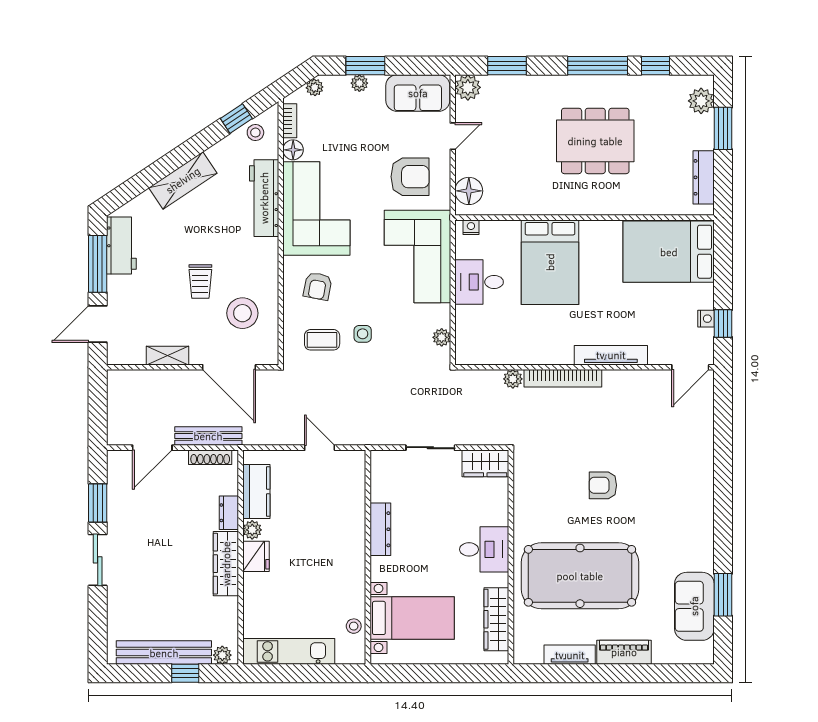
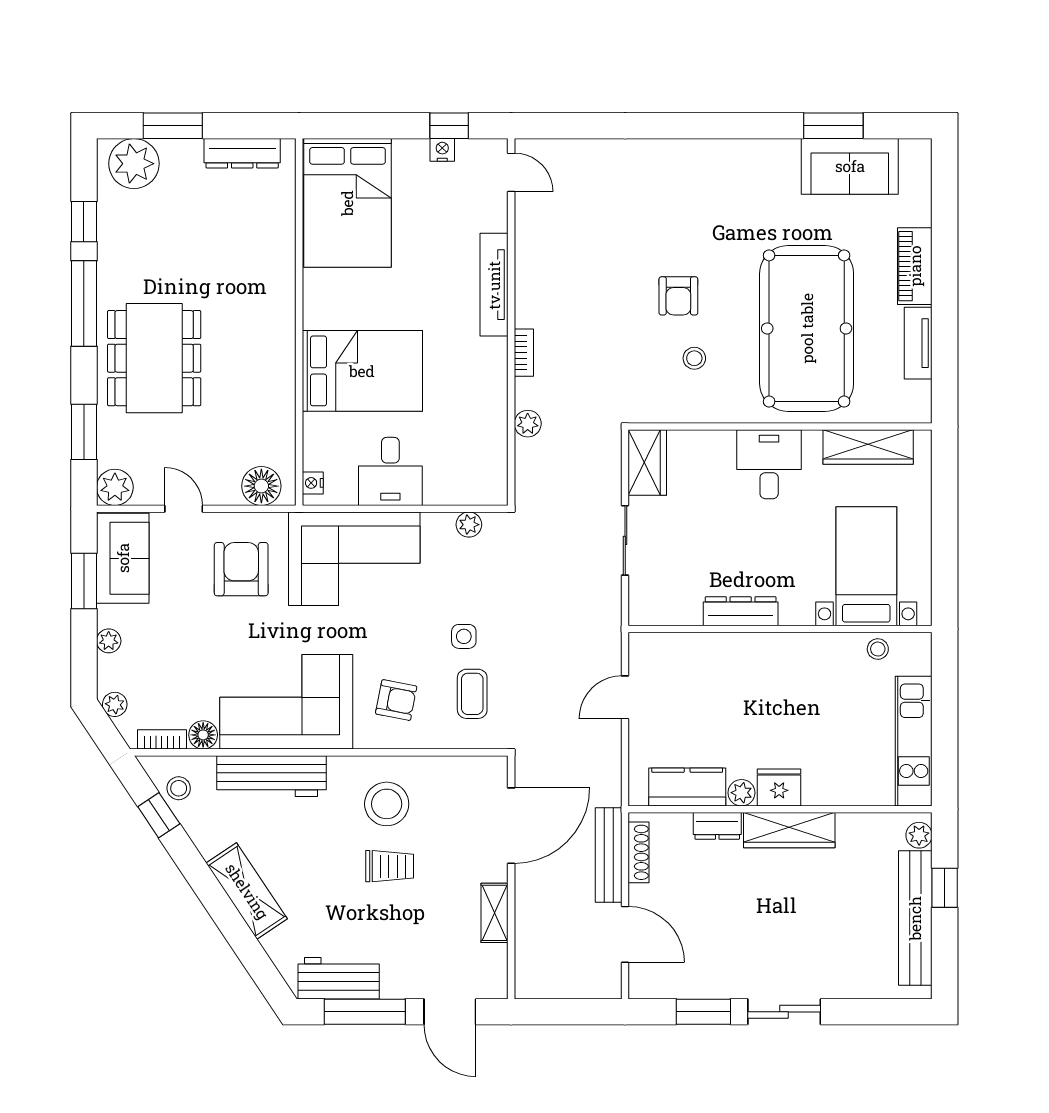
window: (365, 66) -> (84, 581), moved
plant: (701, 101) -> (134, 164), width x1.36, depth x1.36
dining table: (595, 141) -> (154, 358), moved
stool: (242, 313) -> (387, 804), moved
door: (690, 367) -> (511, 172), width x0.73
bookcase: (563, 378) -> (524, 353), width x0.43, depth x0.76
stool: (559, 497) -> (694, 358), added

